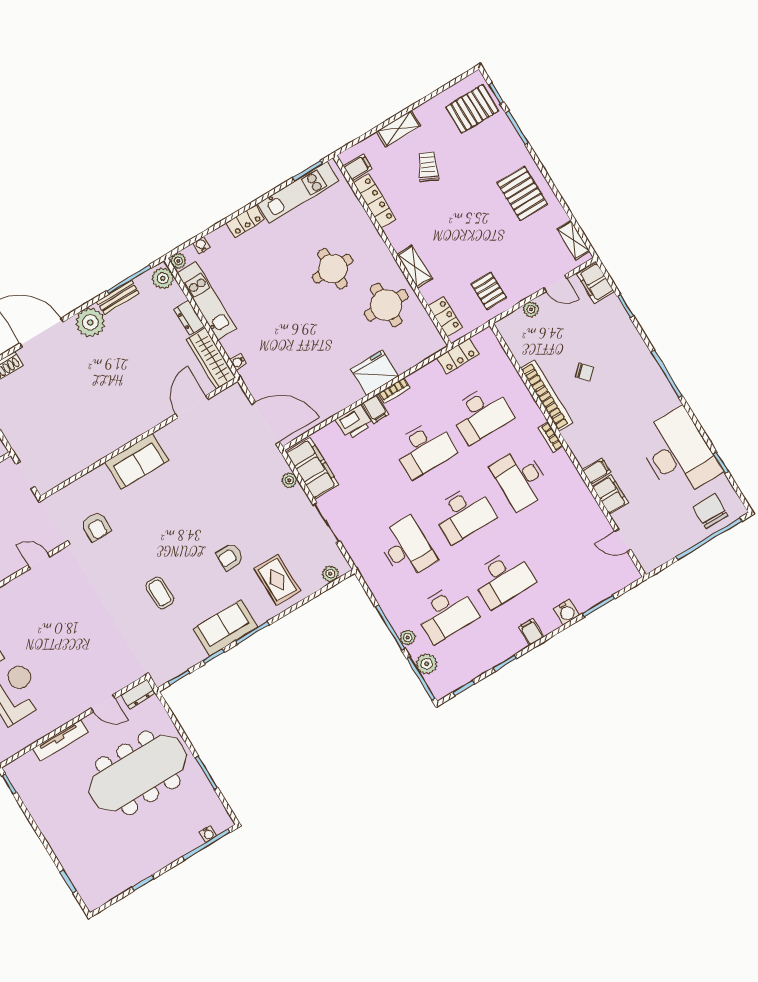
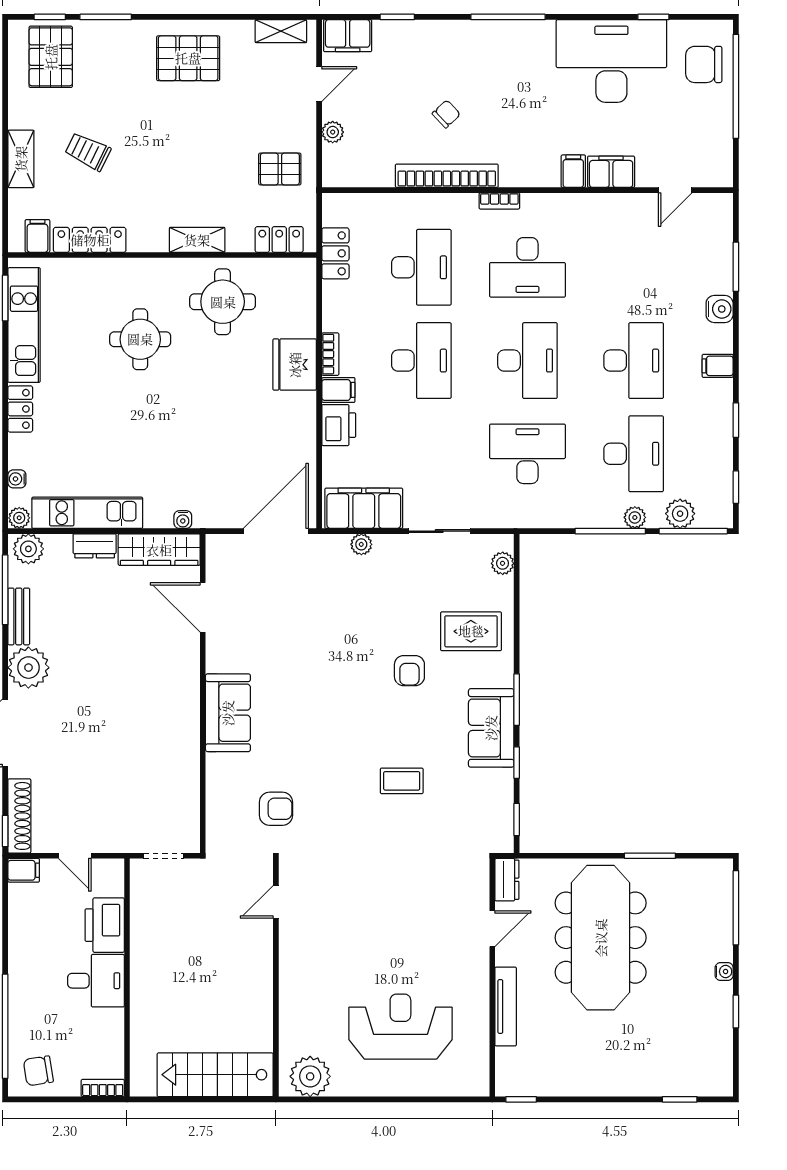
water cooler: (208, 834) -> (724, 972), moved

